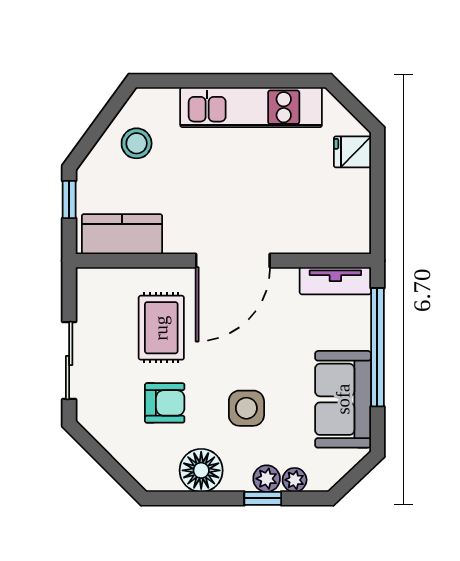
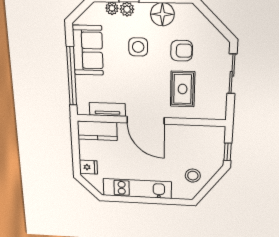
kitchen counter: (122, 234) -> (97, 131), moved
door: (233, 261) -> (146, 120), swing flipped
tv unit: (335, 281) -> (107, 109), moved
armchair: (165, 403) -> (182, 51), turned 180

